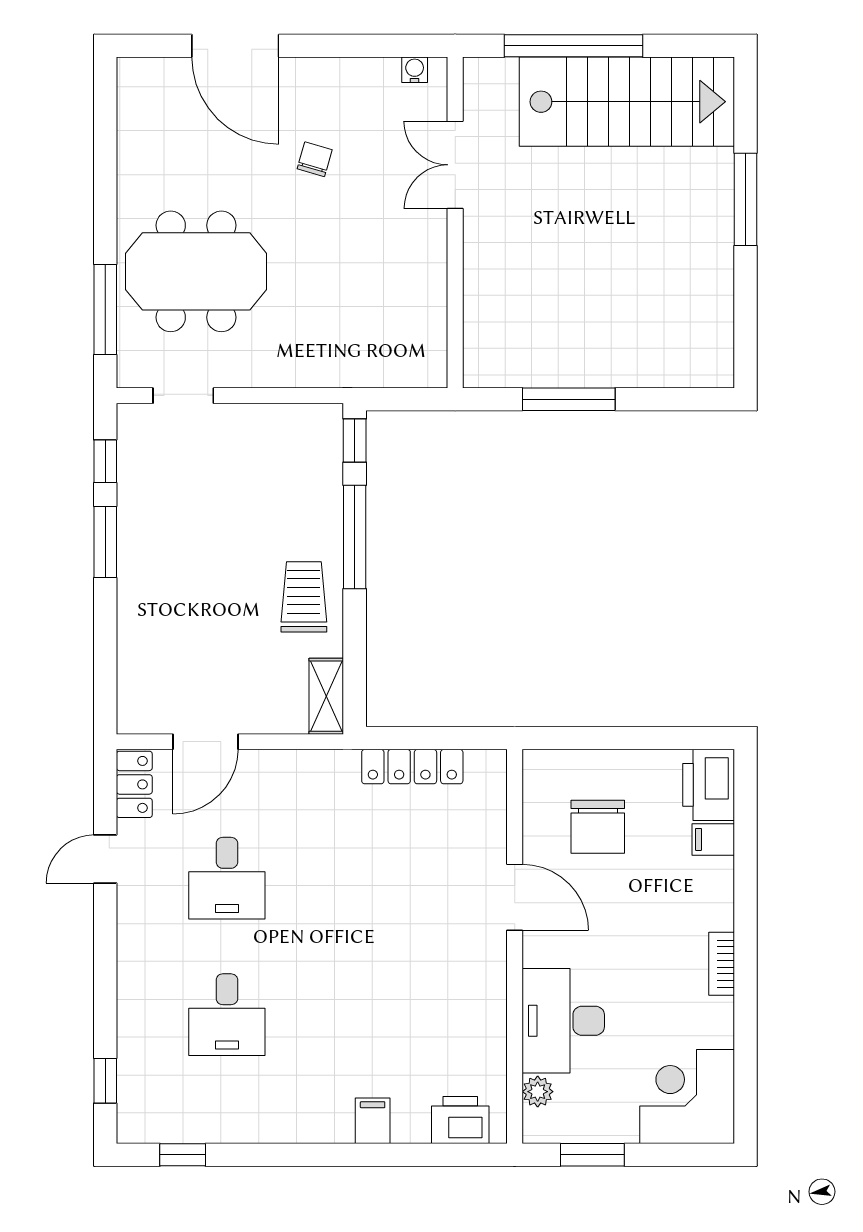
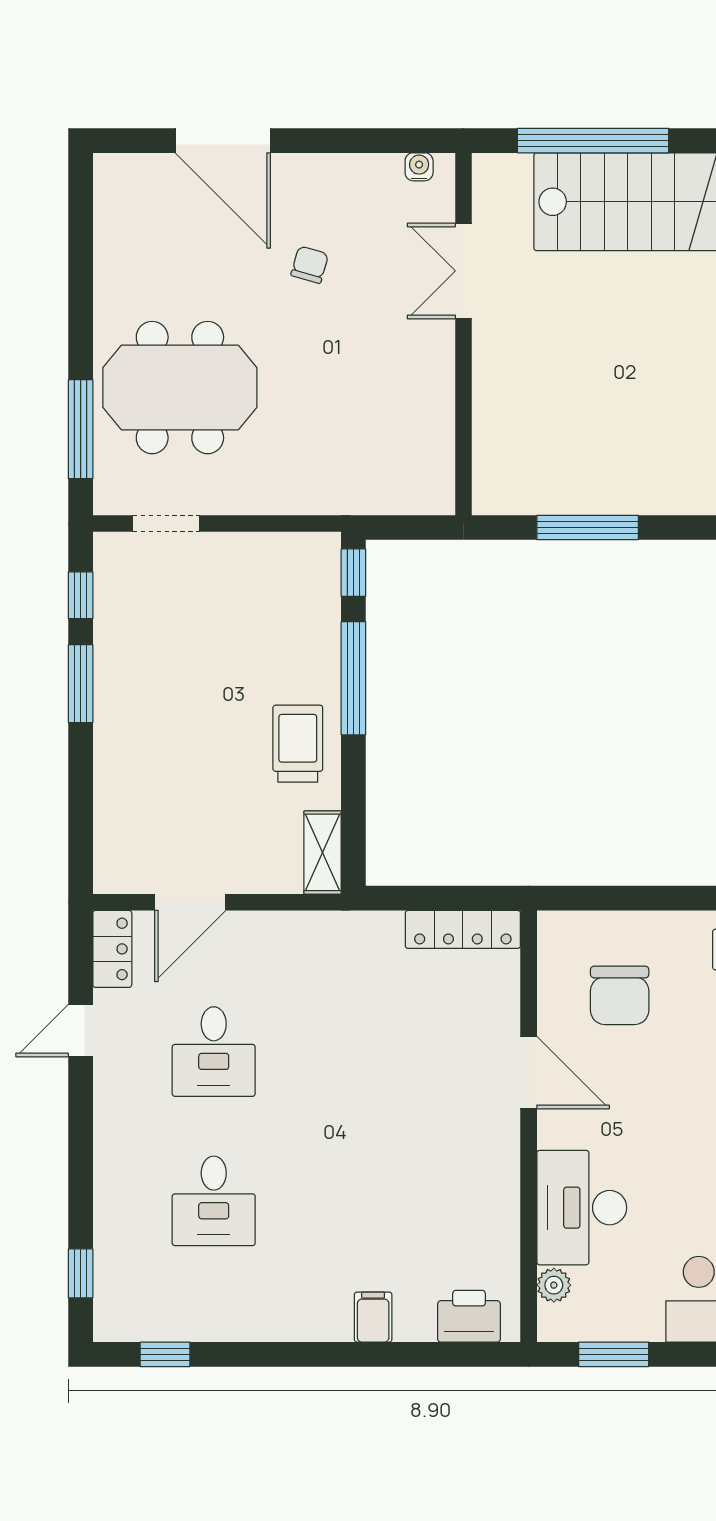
locker: (412, 767) -> (463, 929), moved

